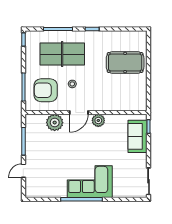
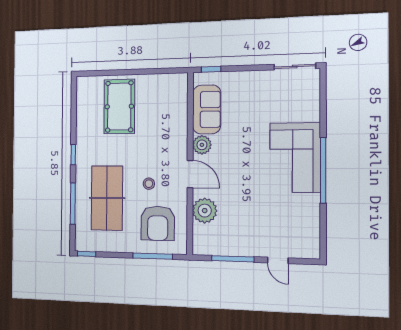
sofa: (137, 136) -> (207, 109), moved, turned -90

